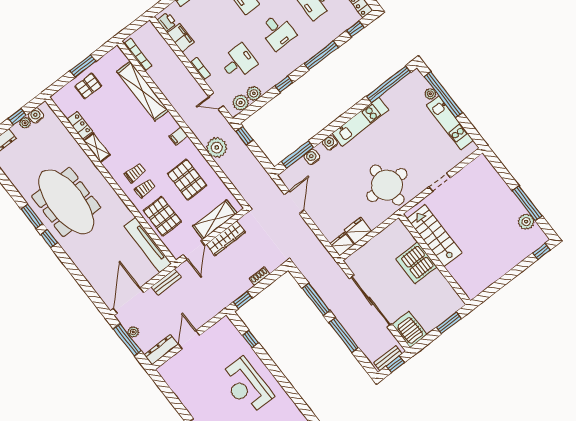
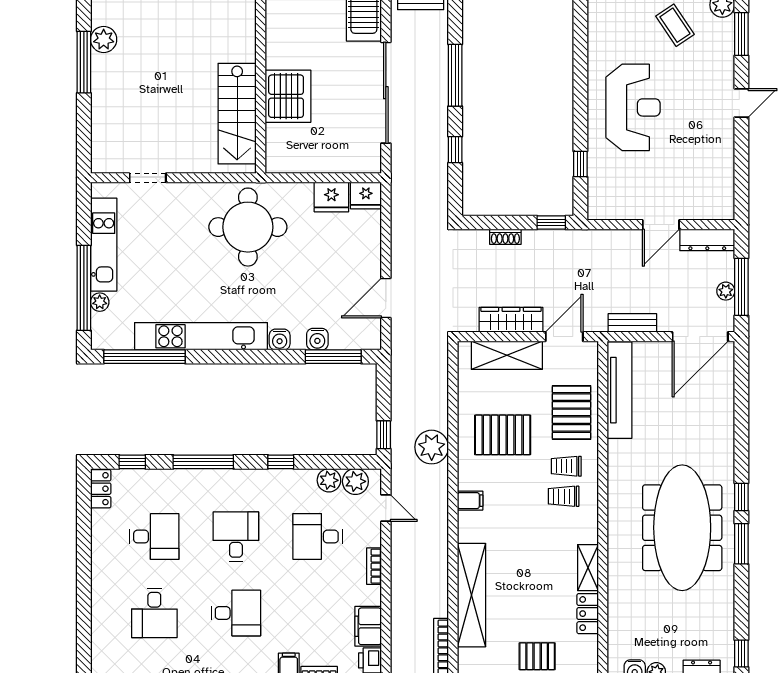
kitchen unit: (360, 122) -> (201, 336), width x1.36
pallet: (187, 180) -> (503, 435), turned 90
doorway: (440, 182) -> (148, 178), moved
window: (316, 299) -> (455, 150), width x0.46

